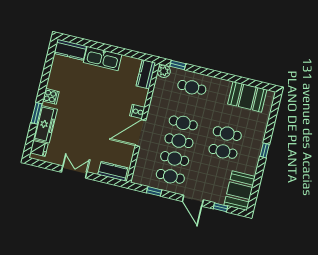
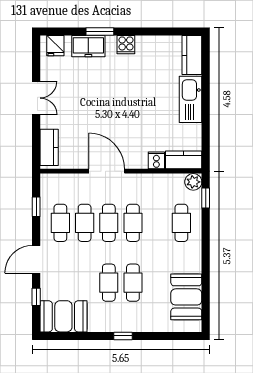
cooker: (137, 112) -> (156, 160), moved
freezer: (45, 124) -> (88, 46), width x0.71

